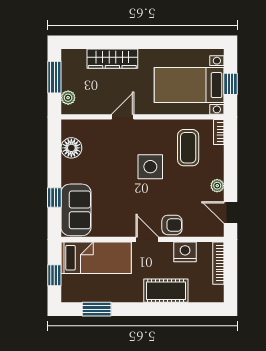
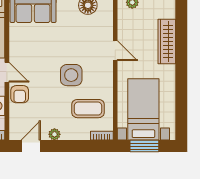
window: (231, 84) -> (144, 146), width x1.50
door: (147, 239) -> (7, 72), hinge flipped

